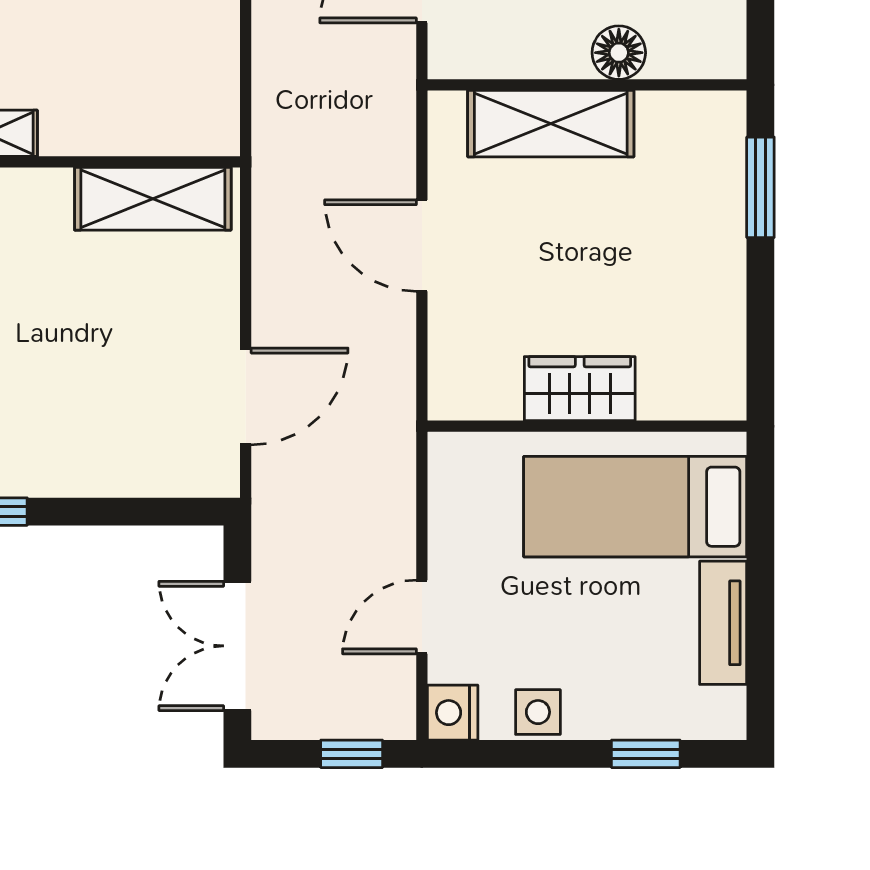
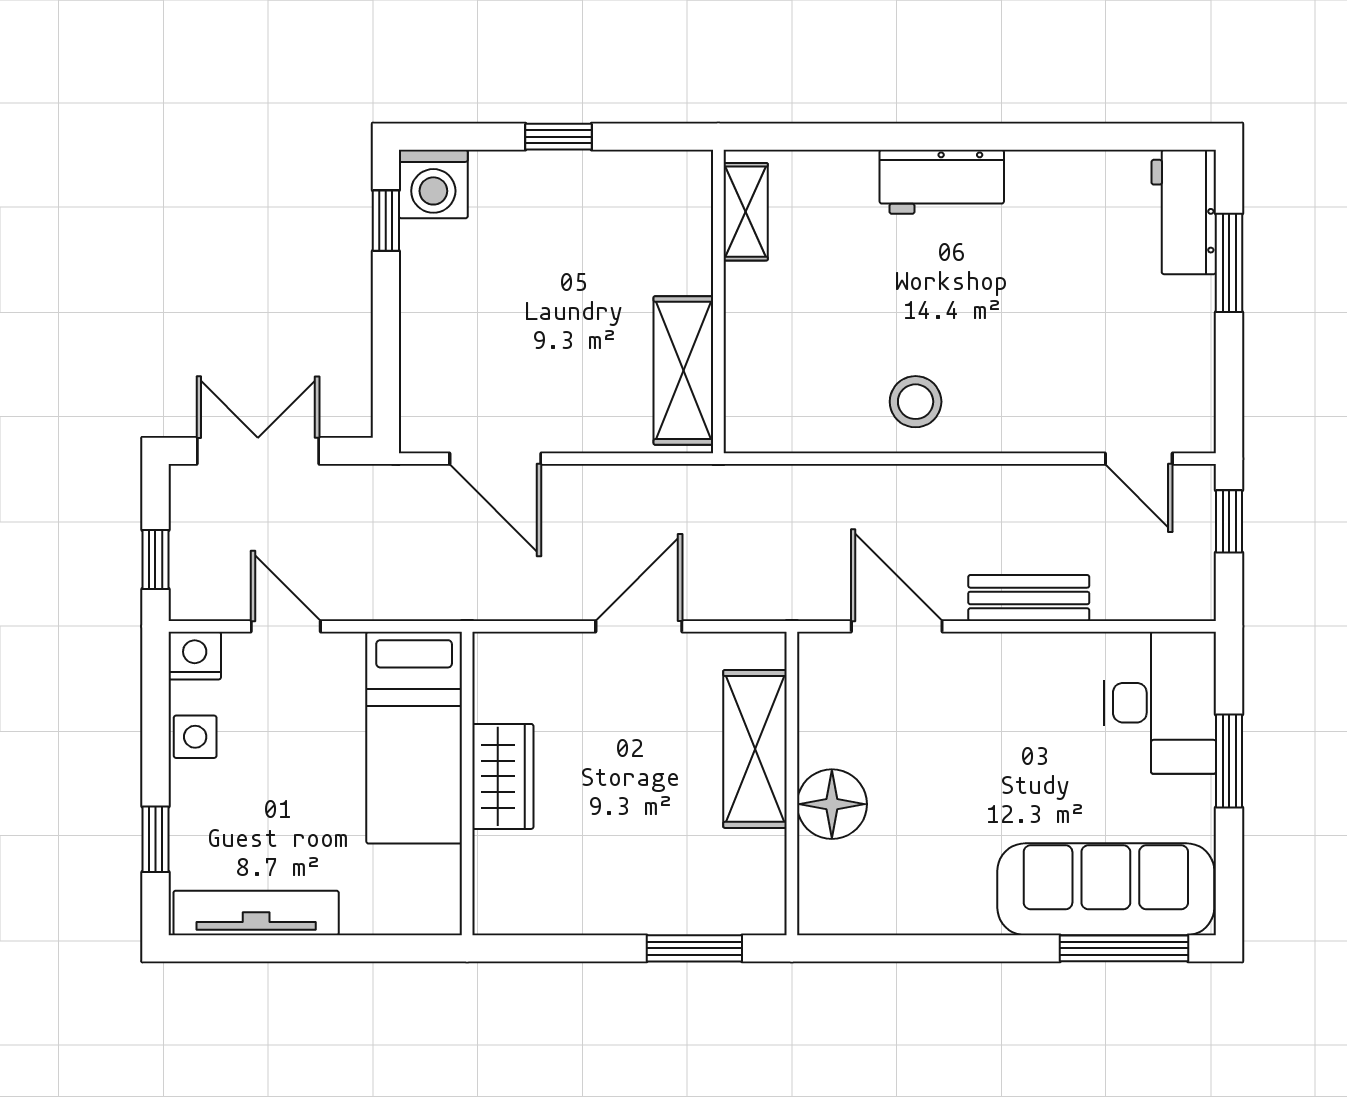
floor lamp: (619, 53) -> (832, 804), width x1.38, depth x1.38
bed: (635, 507) -> (414, 738), moved, turned 180
tv unit: (723, 623) -> (256, 913), width x1.41

